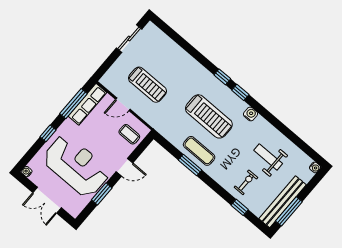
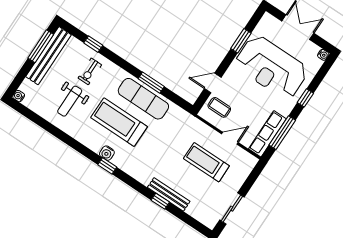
bench: (186, 59) -> (169, 194), added
window: (222, 77) -> (160, 201), moved
water cooler: (251, 114) -> (107, 153), moved
treadmill: (209, 116) -> (119, 122), moved
exercise mat: (199, 151) -> (143, 99), width x1.36, depth x1.45
weight bench: (268, 157) -> (70, 101), turned 90
door: (124, 167) -> (213, 83), moved

